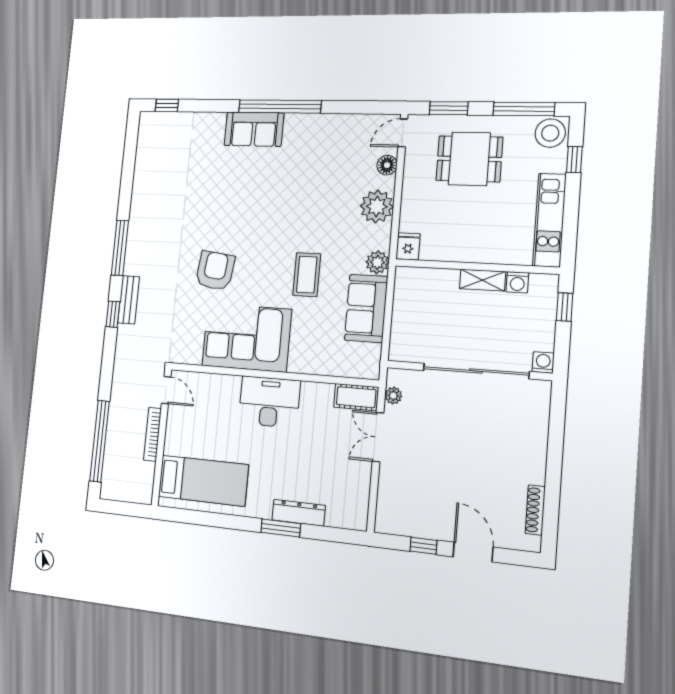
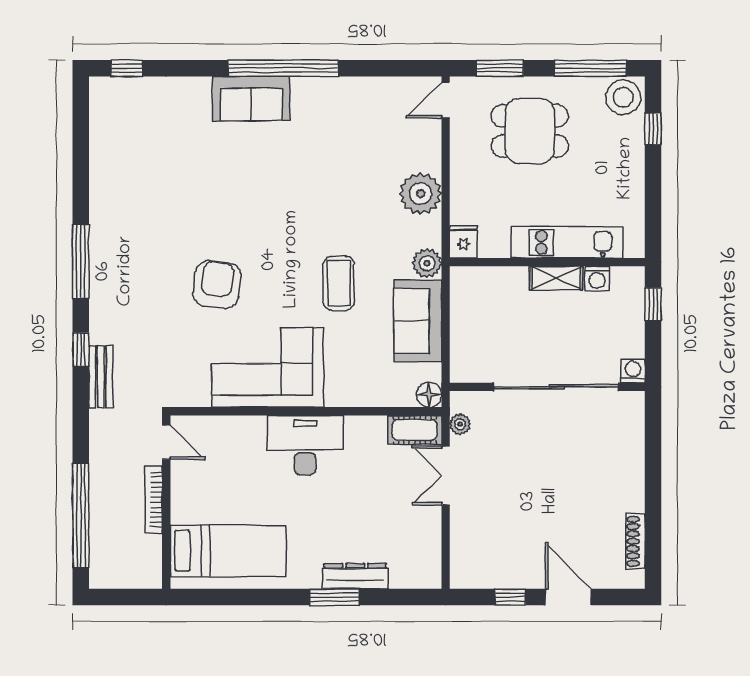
floor lamp: (387, 165) -> (429, 395), moved
kitchen unit: (549, 220) -> (567, 242), moved, turned 90
bench: (129, 300) -> (101, 377), moved

